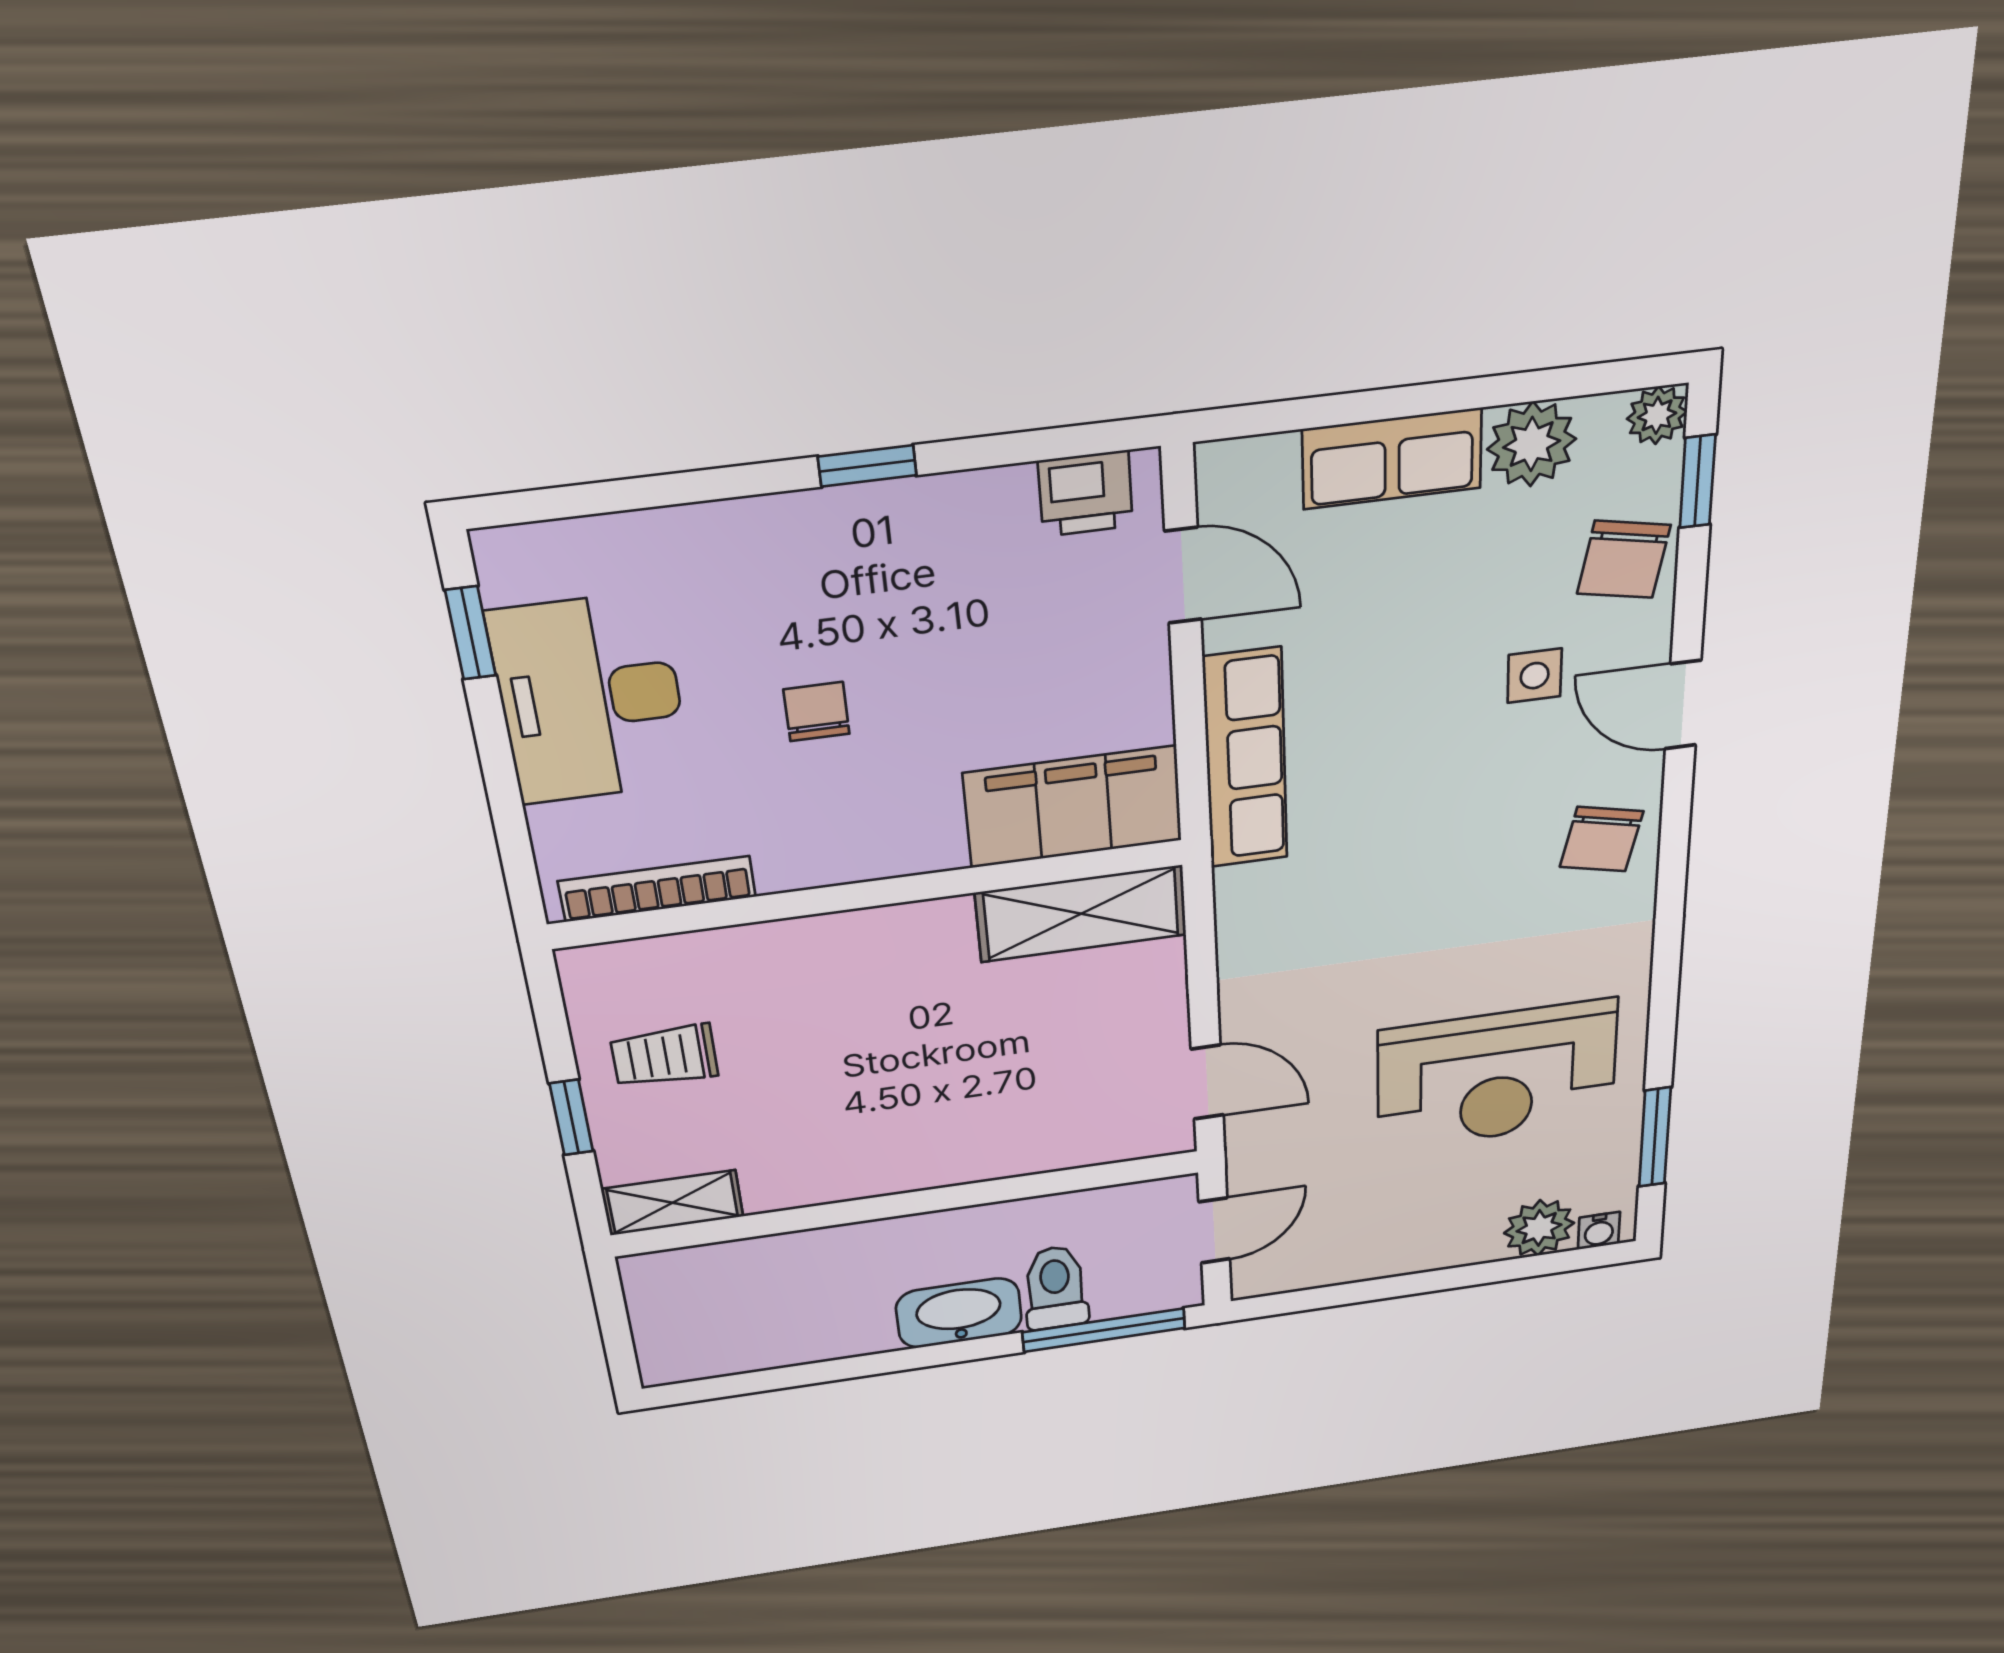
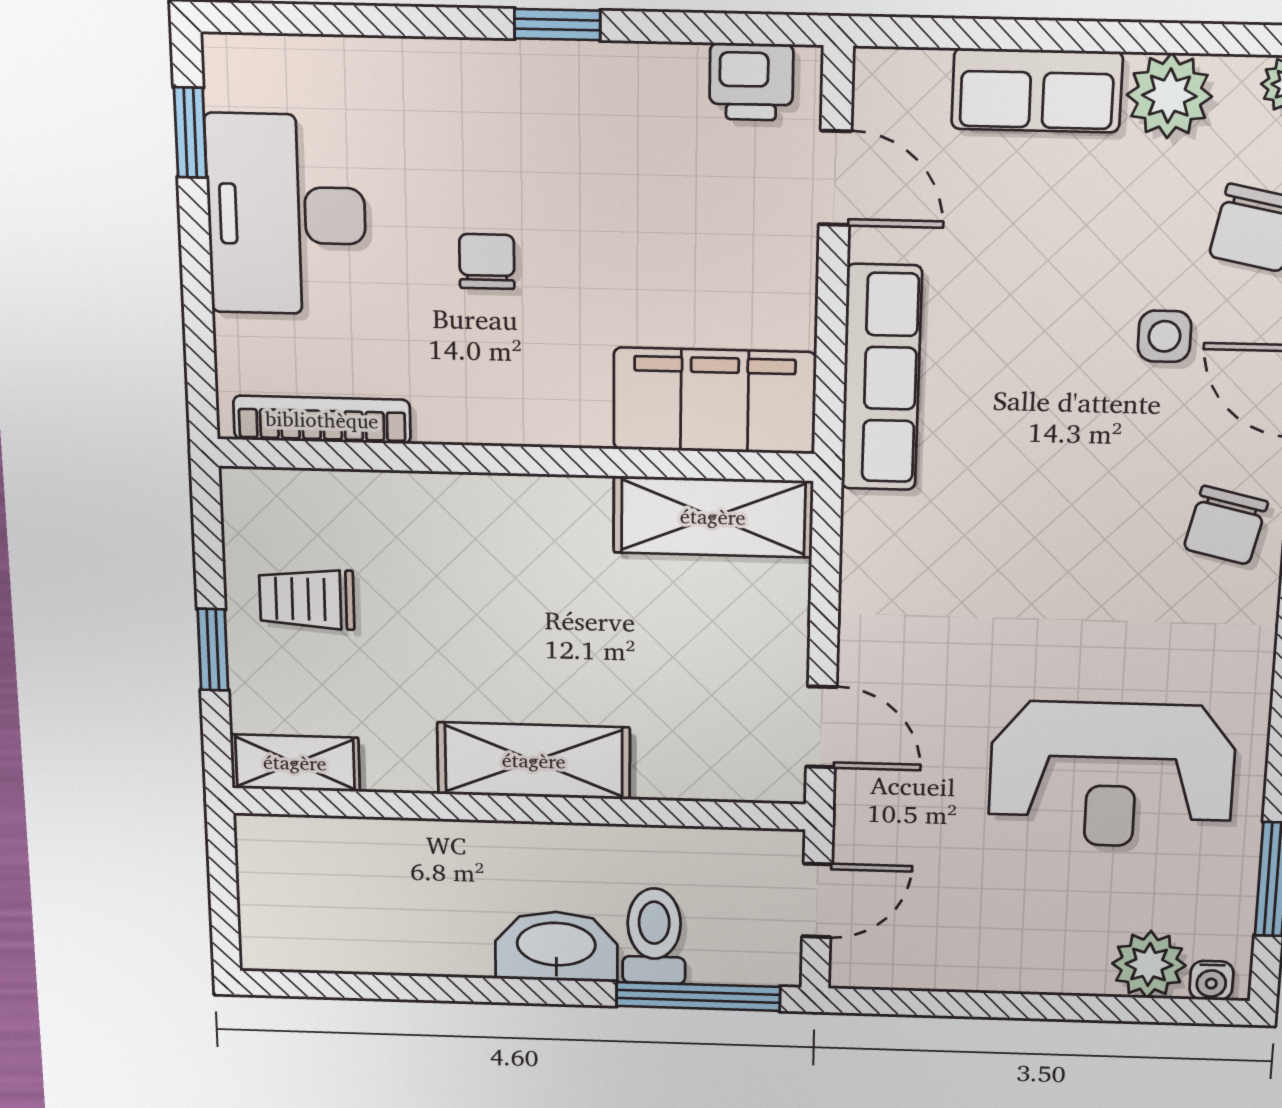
shelving: (919, 1160) -> (534, 761), added

